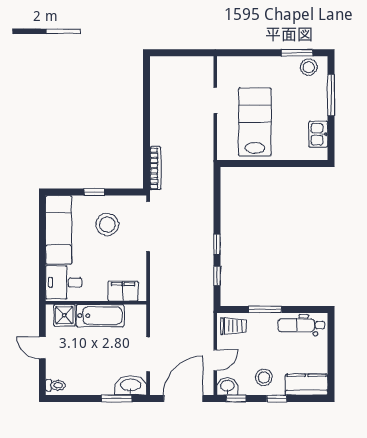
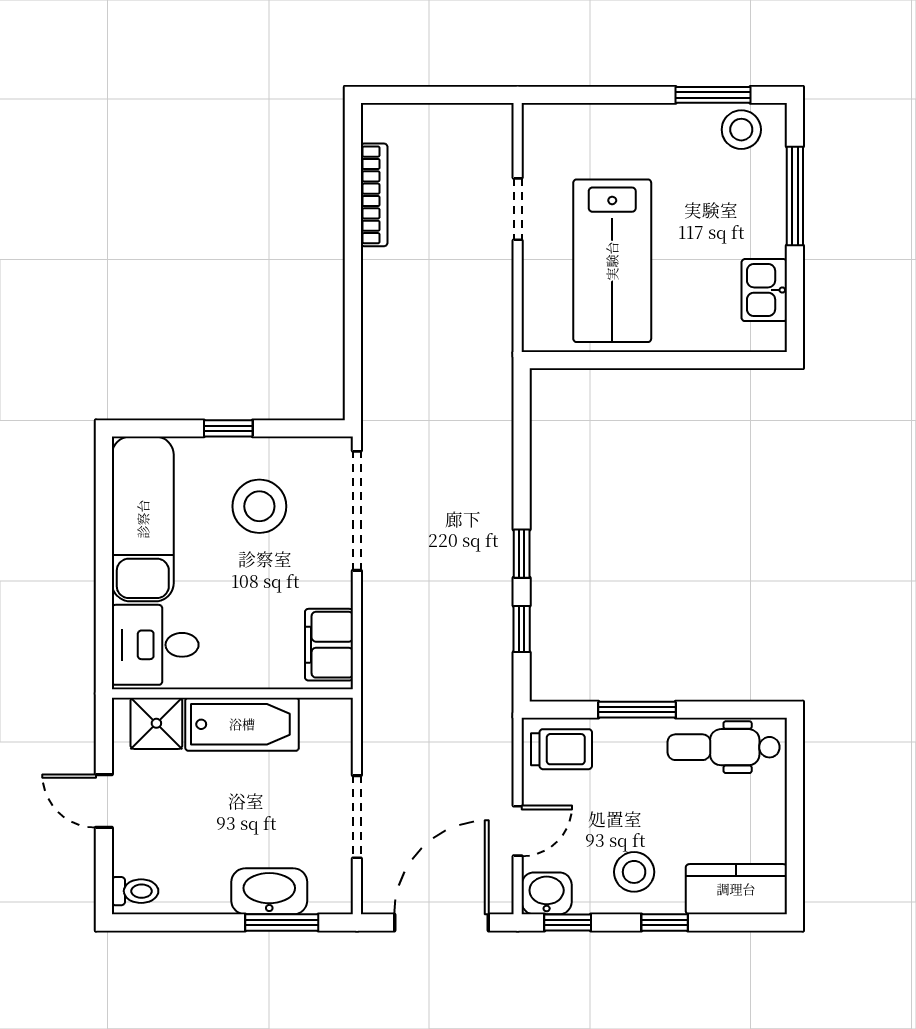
lab bench: (255, 122) -> (612, 261), turned 180
bookcase: (155, 168) -> (374, 195), moved
filing cabinet: (123, 291) -> (329, 645), moved, turned -90
washbasin: (131, 385) -> (269, 891), moved

